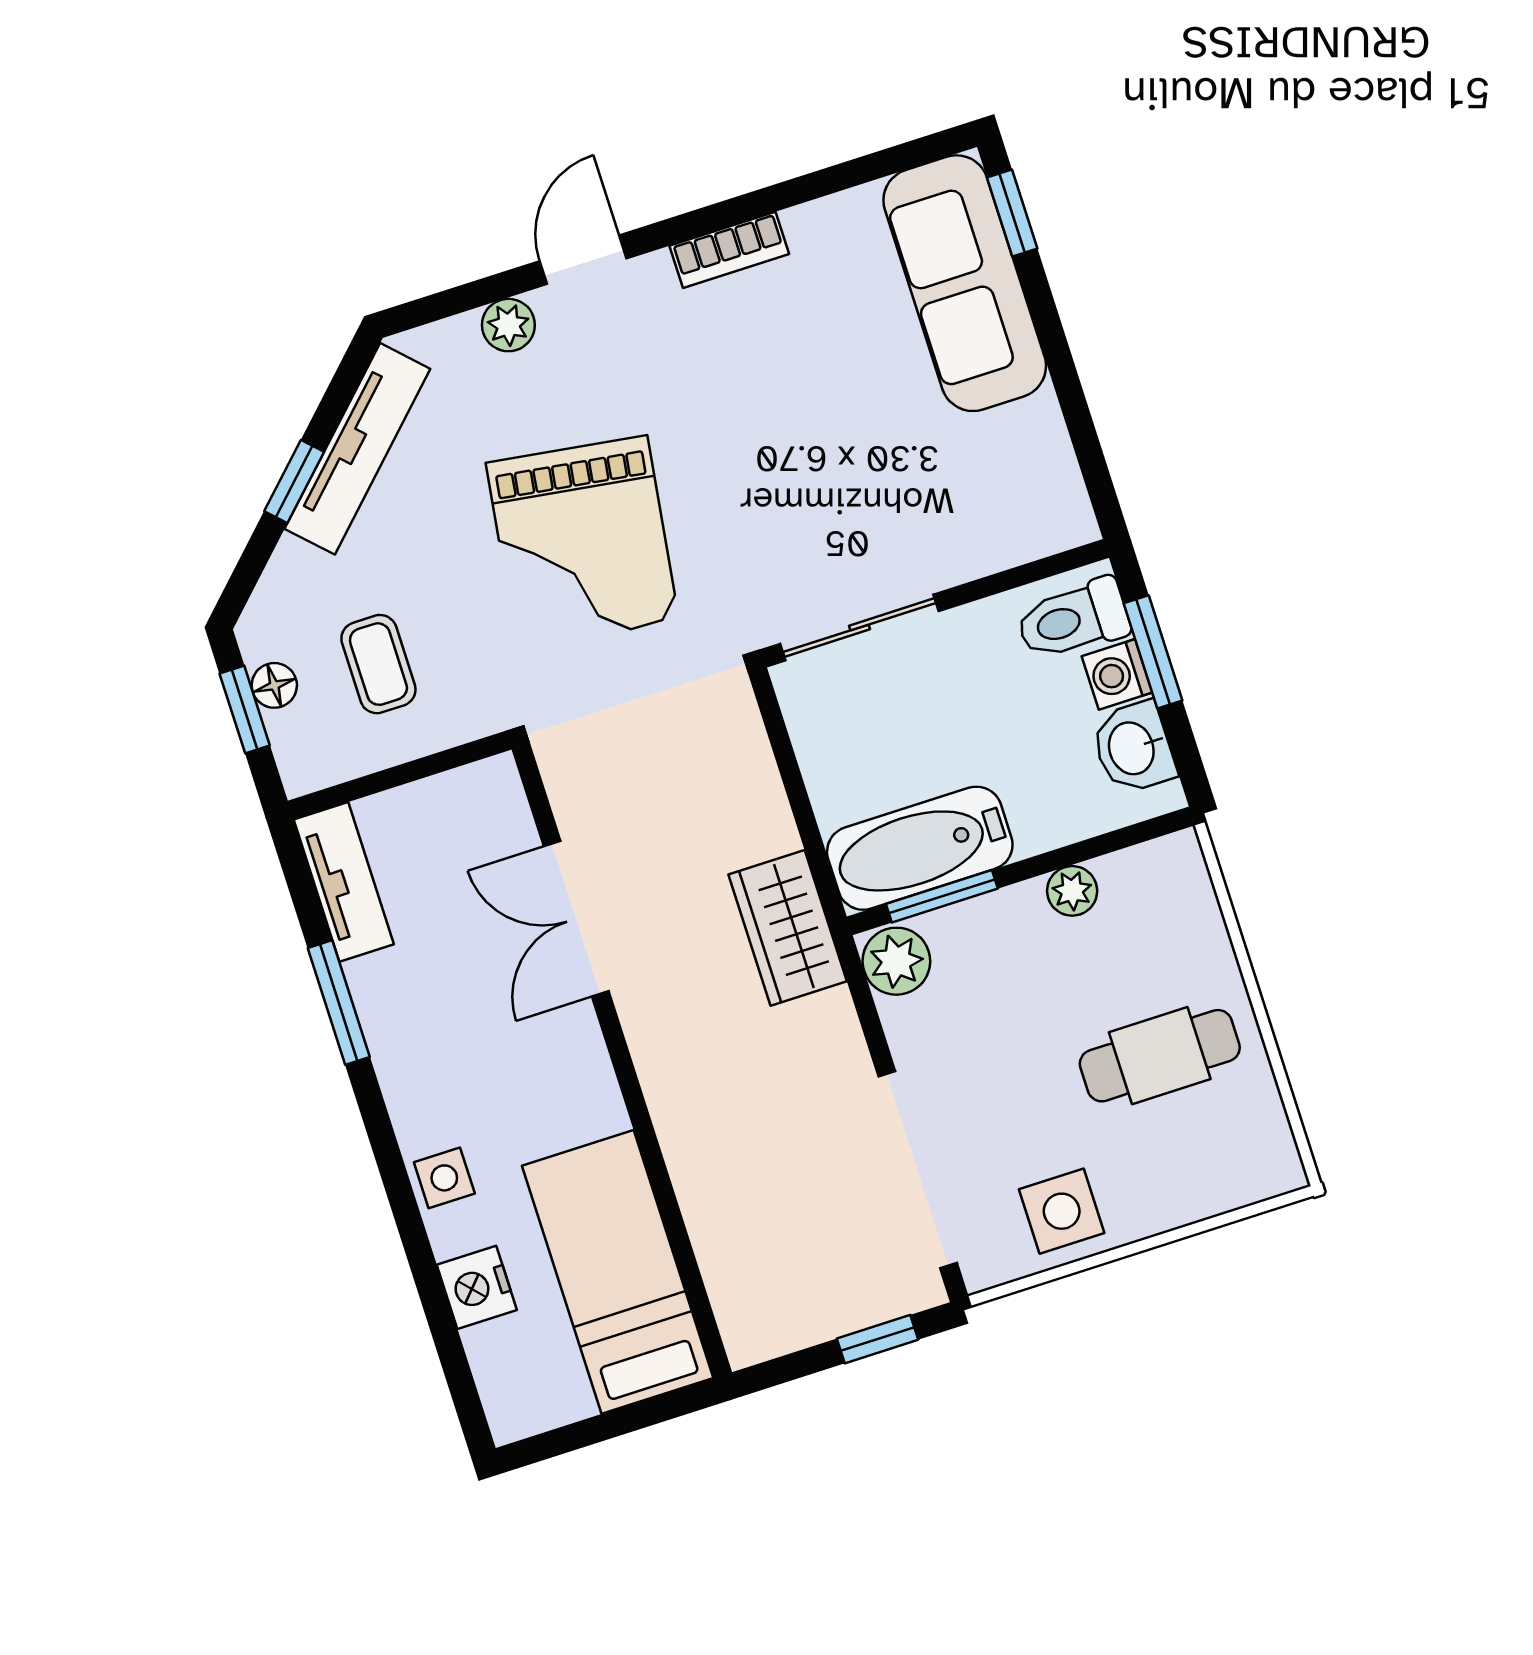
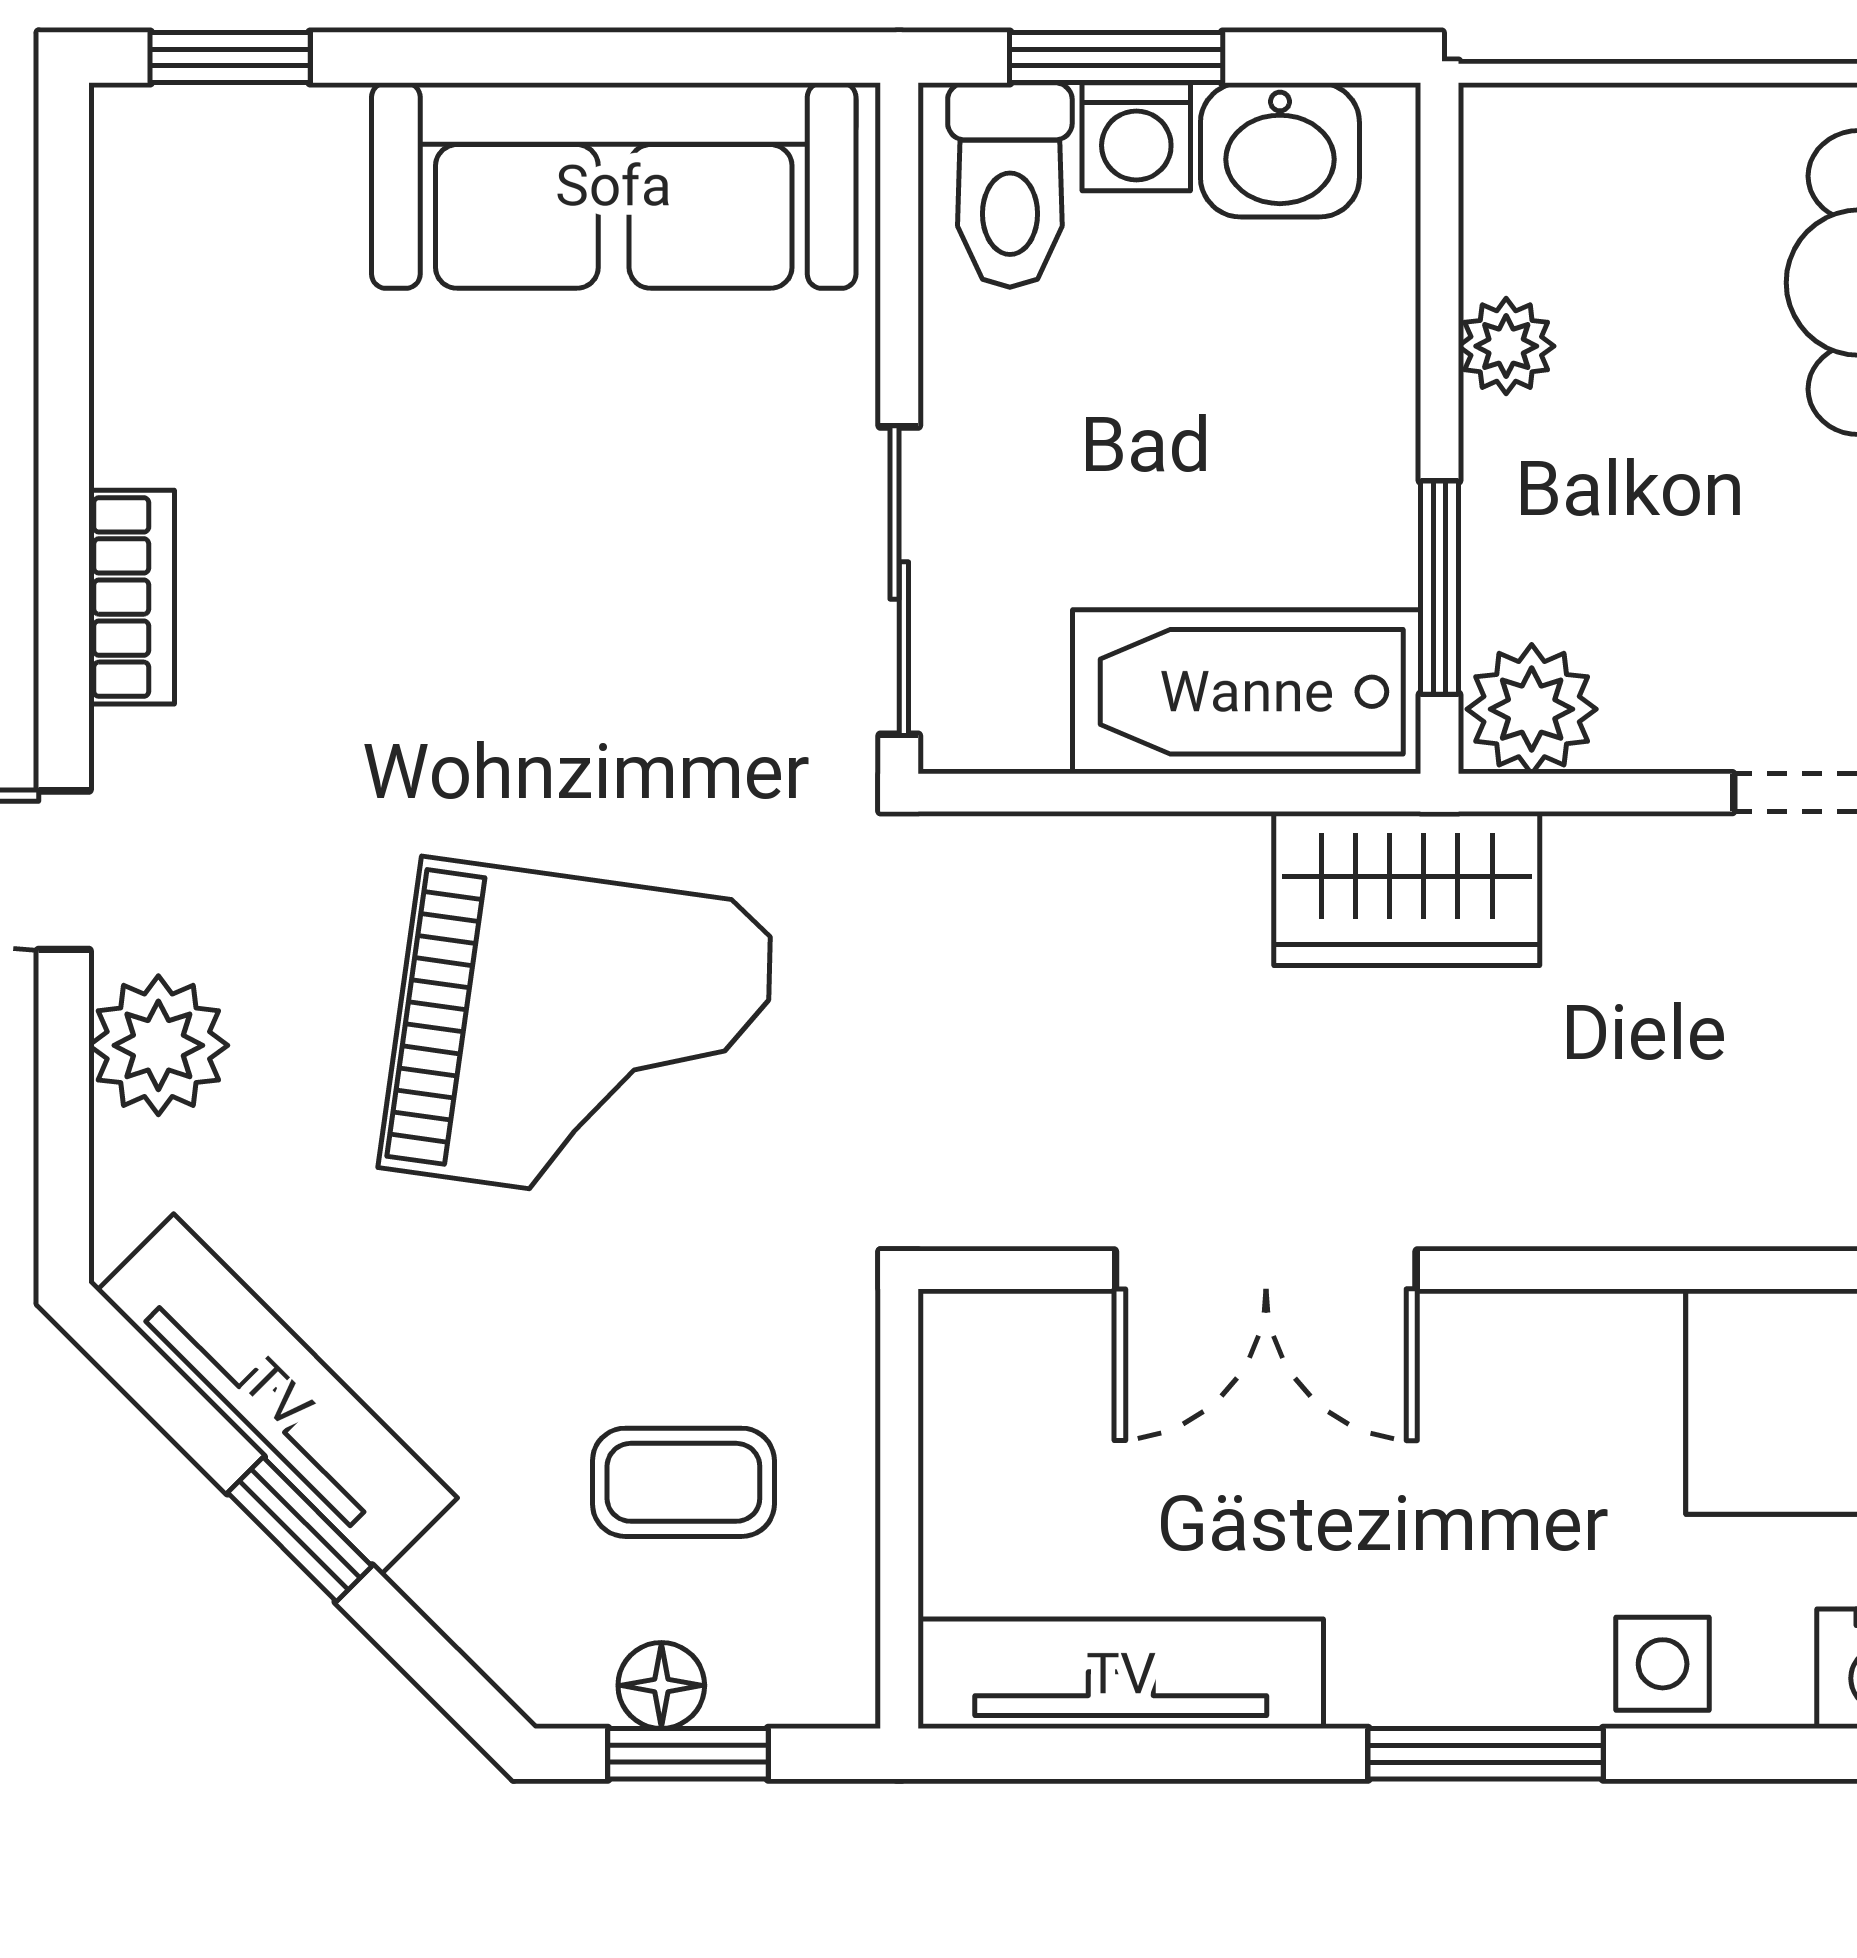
sofa: (965, 283) -> (614, 186), moved
plant: (508, 325) -> (158, 1045), width x1.38, depth x1.38
bathtub: (920, 848) -> (1247, 692), moved, turned 90
tv unit: (344, 882) -> (1121, 1674), width x1.41
window: (339, 1002) -> (1486, 1754), moved

